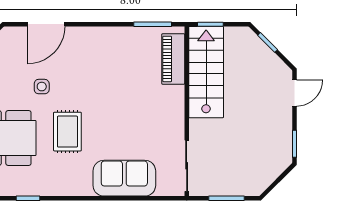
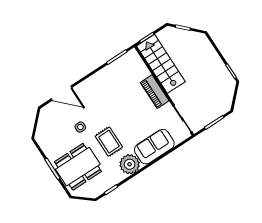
door: (46, 24) -> (61, 93), hinge flipped
piano: (173, 59) -> (155, 92), moved
door: (294, 93) -> (214, 45), removed
plant: (75, 180) -> (130, 164), added

